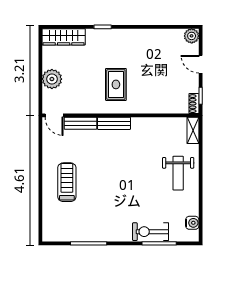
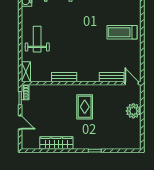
plant: (192, 36) -> (27, 144), removed
wardrobe: (64, 37) -> (56, 143), moved
bench: (114, 123) -> (64, 77), moved
treadmill: (67, 182) -> (122, 32), turned 90

